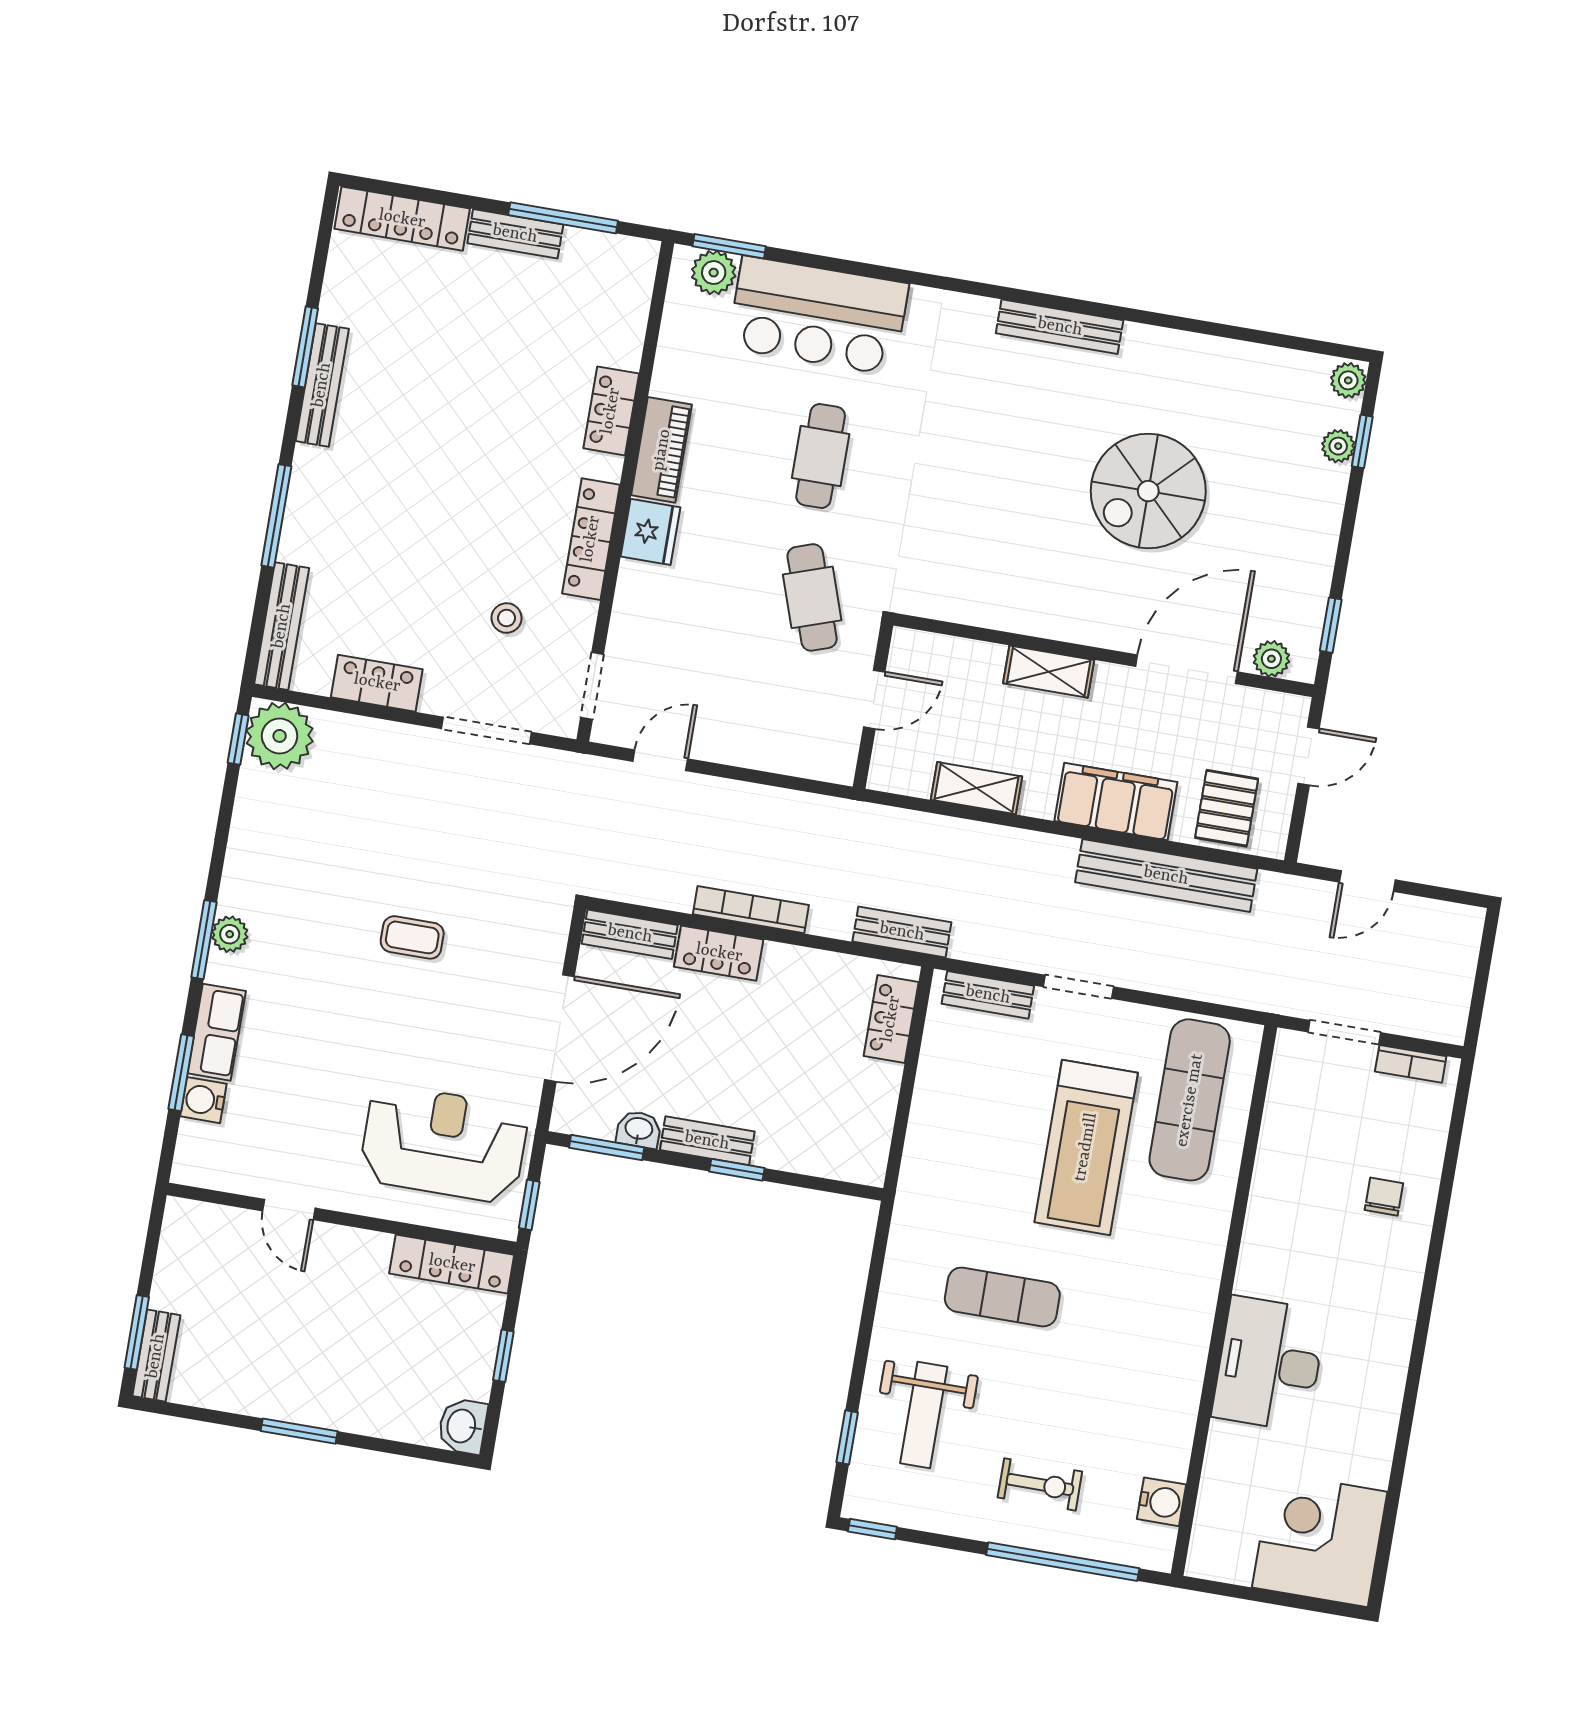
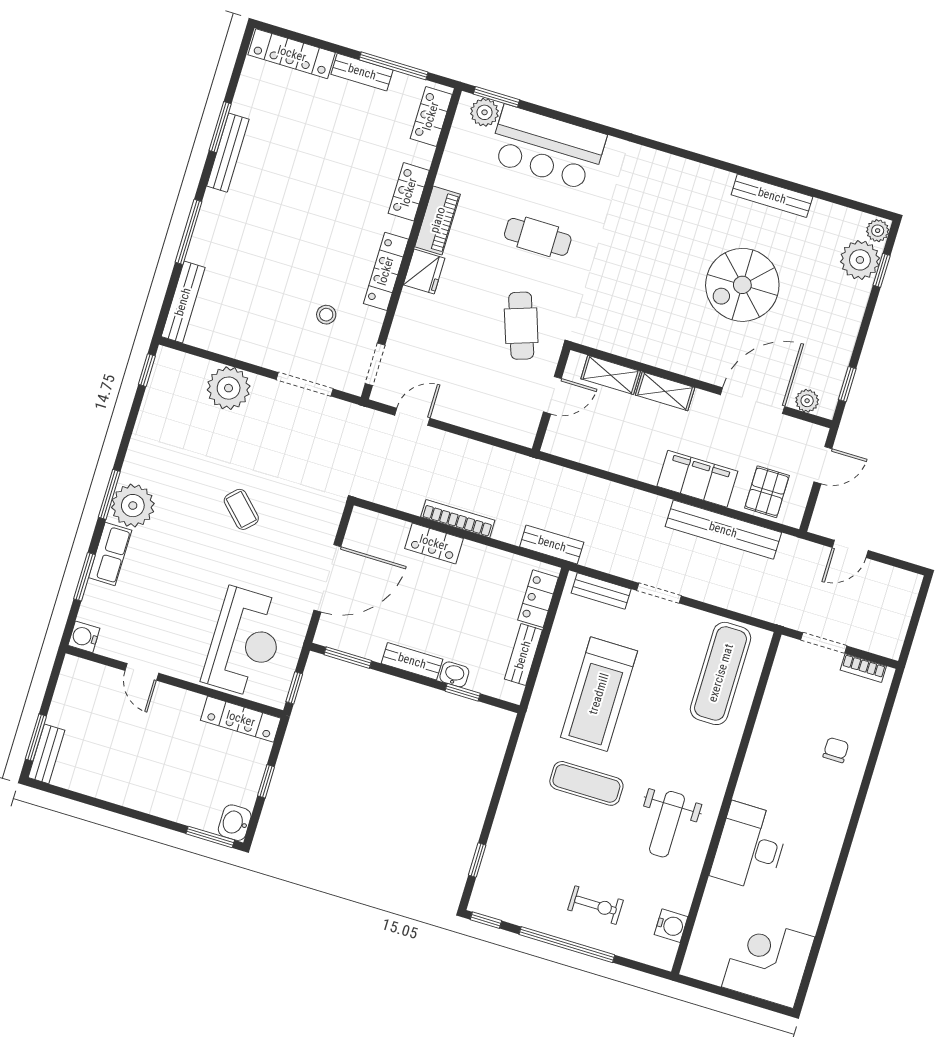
bench: (1060, 327) -> (772, 196), moved
plant: (1338, 446) -> (860, 260), width x1.88, depth x1.88
cafe table: (821, 456) -> (538, 237), turned 90
locker: (377, 683) -> (431, 116), moved, turned -90
plant: (280, 736) -> (229, 388), moved
shelving: (976, 788) -> (611, 375), moved
plant: (230, 934) -> (133, 506), width x1.87, depth x1.87
bench: (630, 934) -> (523, 655), moved, turned 90
coffee table: (412, 937) -> (241, 509), turned 45
water cooler: (203, 1100) -> (84, 637), moved
washbasin: (639, 1129) -> (454, 674), moved
reception desk: (444, 1144) -> (245, 642), turned 90
treadmill: (1086, 1147) -> (599, 694), moved
window: (737, 1170) -> (463, 692), moved
weight bench: (924, 1415) -> (667, 824), moved
window: (299, 1431) -> (210, 837), moved
window: (1063, 1562) -> (567, 945), moved

